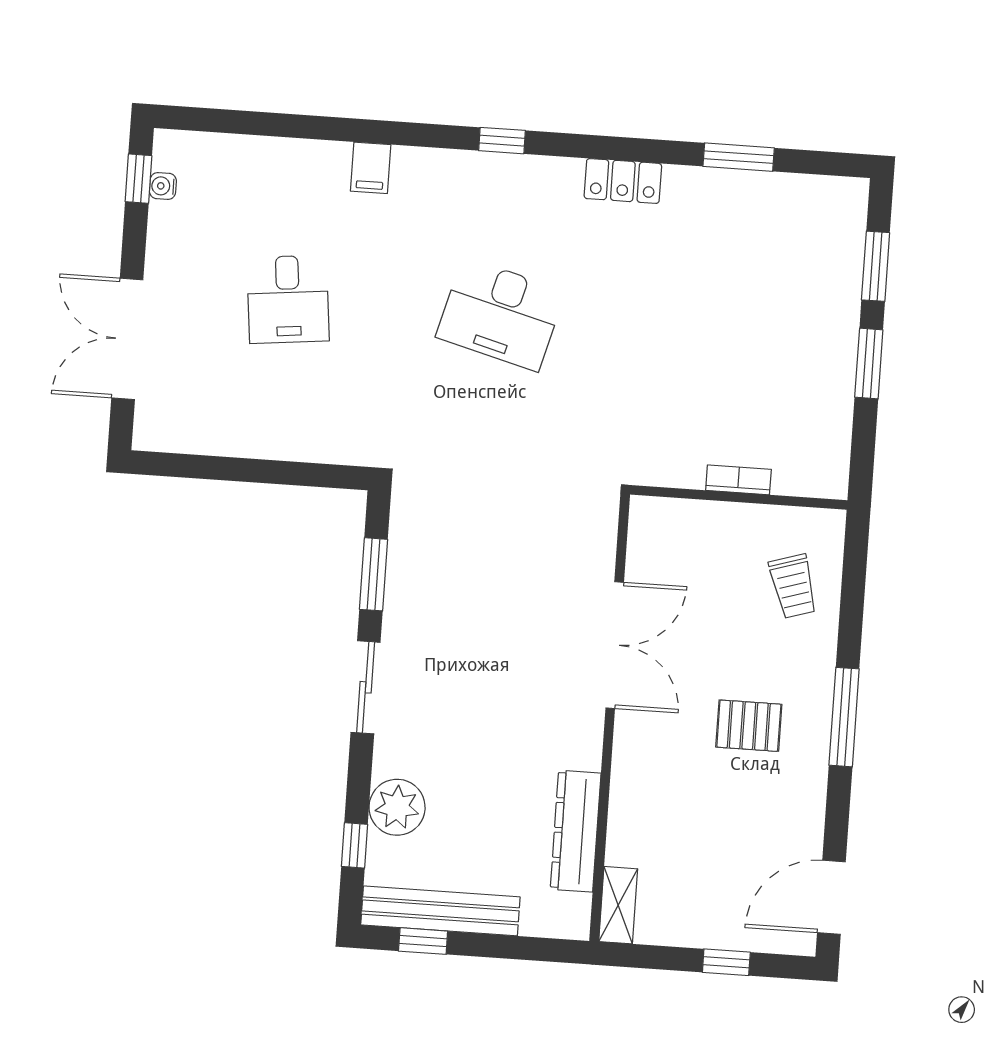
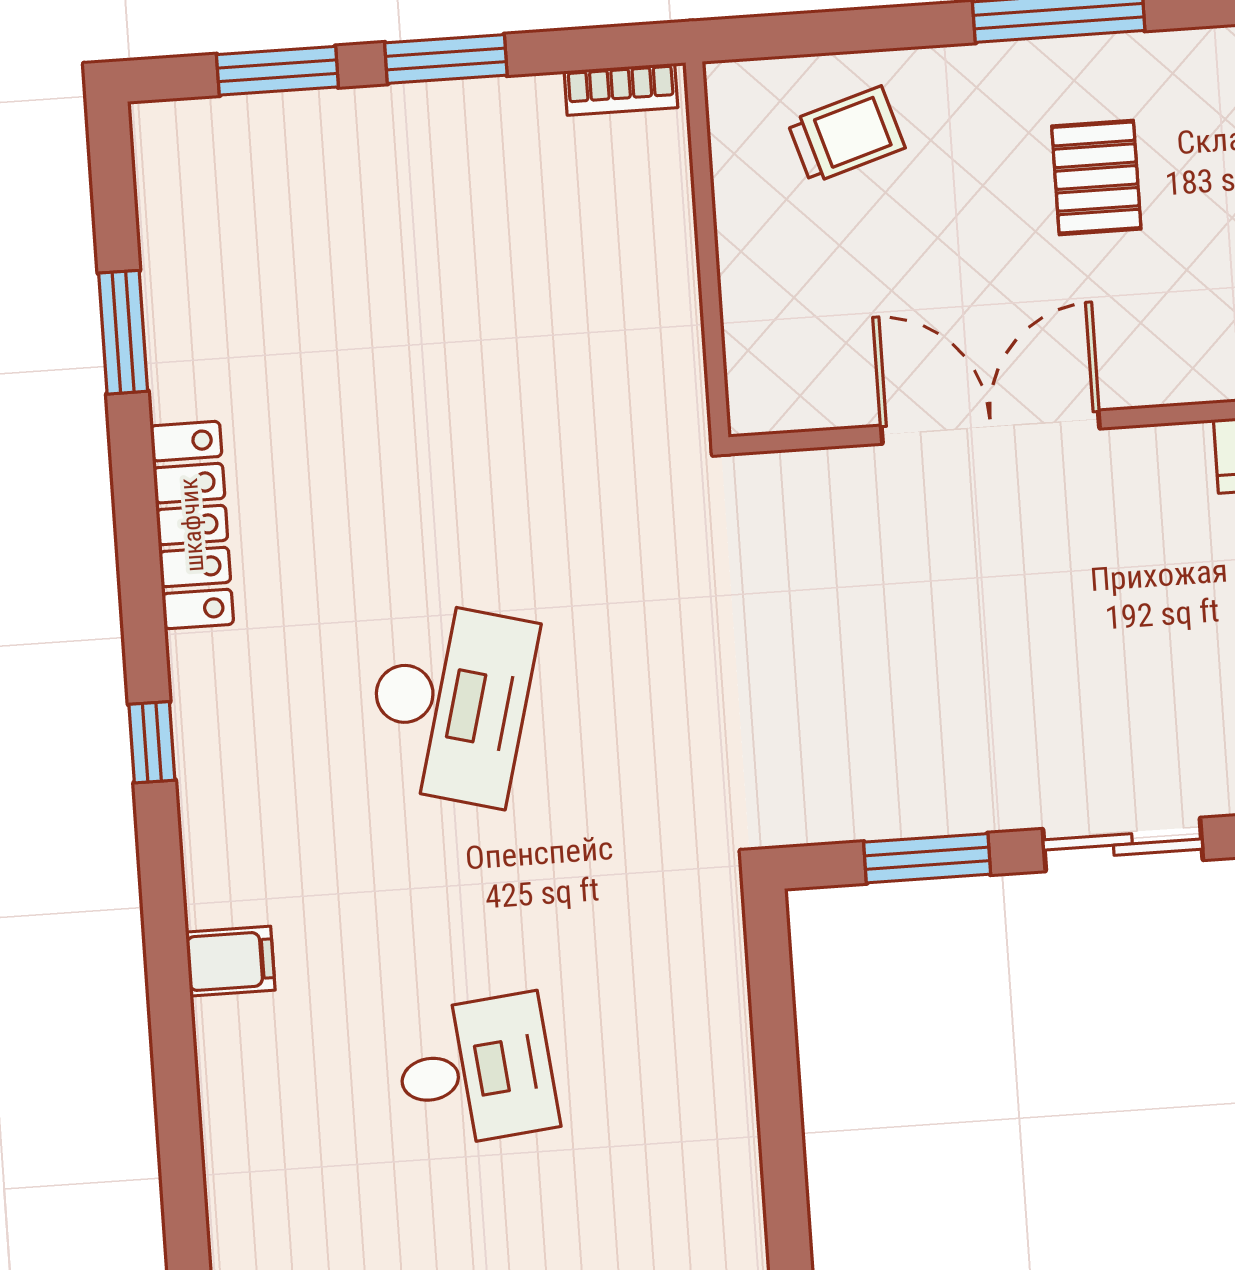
locker: (623, 181) -> (192, 525), width x1.53
bookcase: (738, 480) -> (621, 89), moved, turned -90

